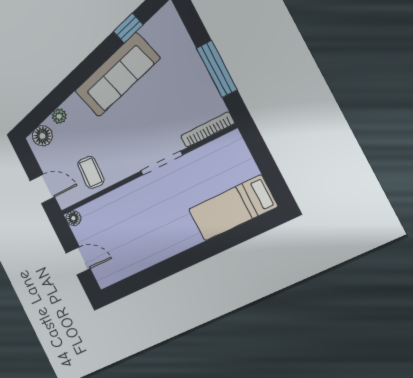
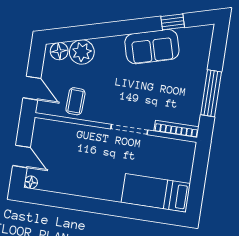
sofa: (117, 75) -> (152, 47), width x0.73
plant: (59, 116) -> (82, 52), width x1.87, depth x1.87
floor lamp: (73, 218) -> (31, 182), moved

